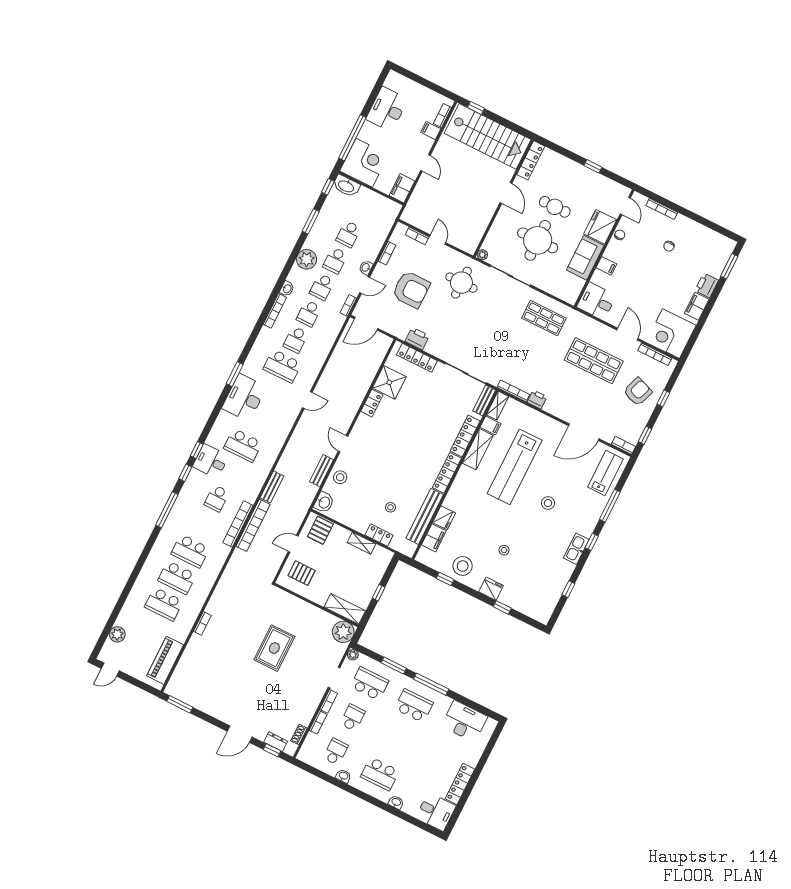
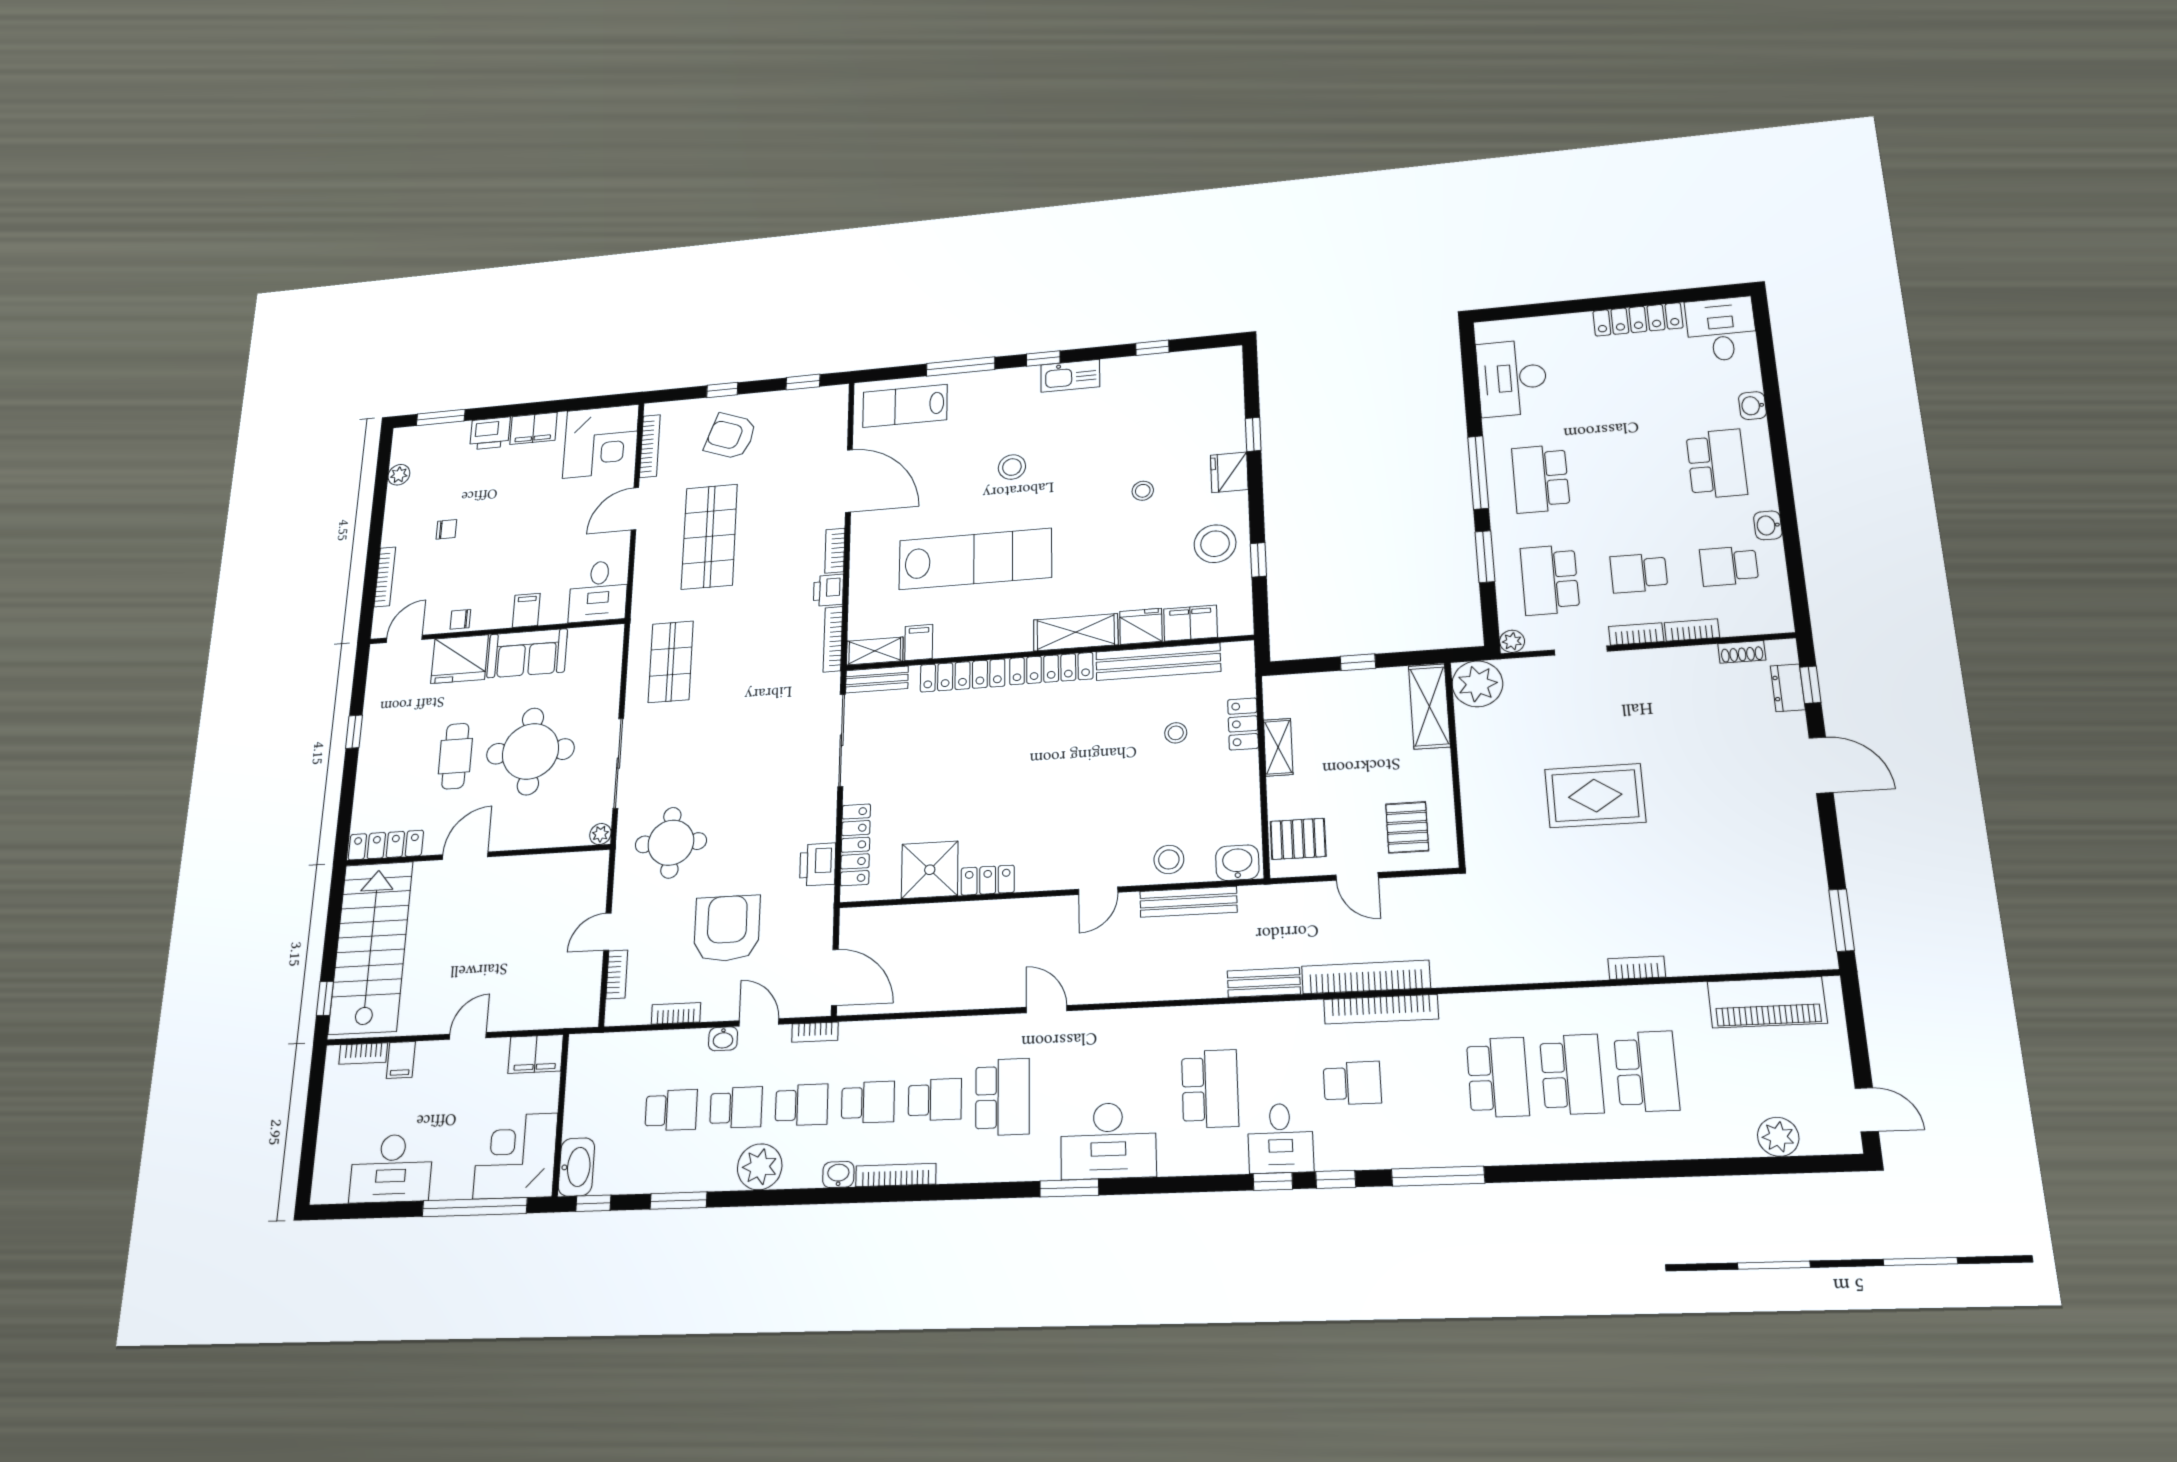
plant: (711, 235) -> (399, 475), added
bookcase: (623, 445) -> (835, 551), moved
shelving: (478, 449) -> (1076, 632), moved
bench: (322, 471) -> (1188, 902), width x1.36

